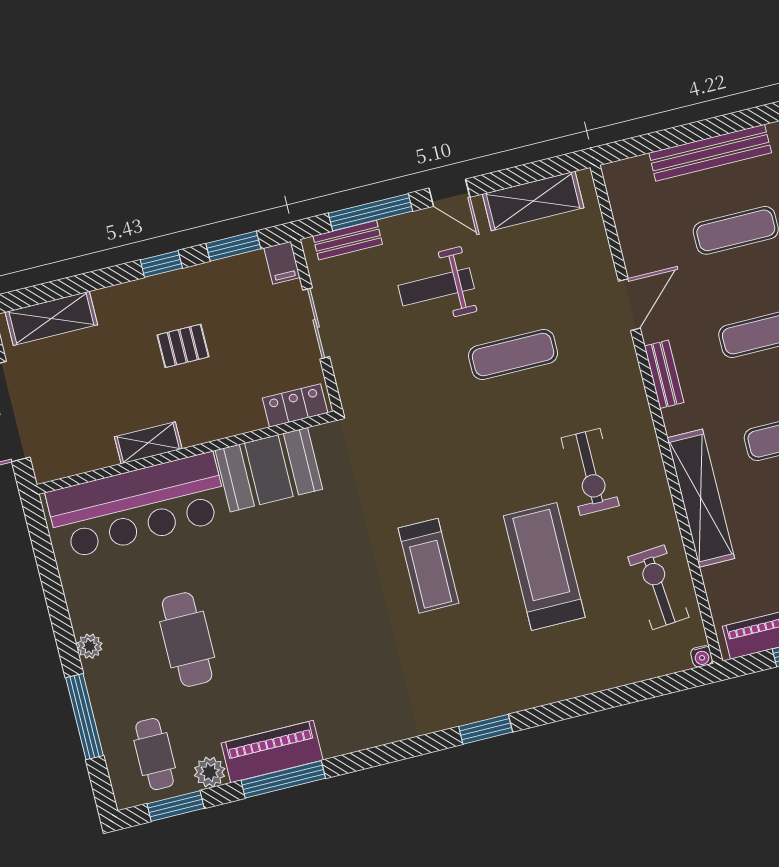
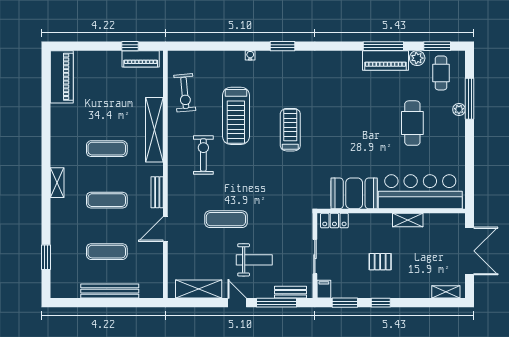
shelving: (51, 318) -> (446, 292), width x0.67, depth x0.75
plant: (90, 646) -> (459, 110), moved
water cooler: (702, 656) -> (250, 55), moved

